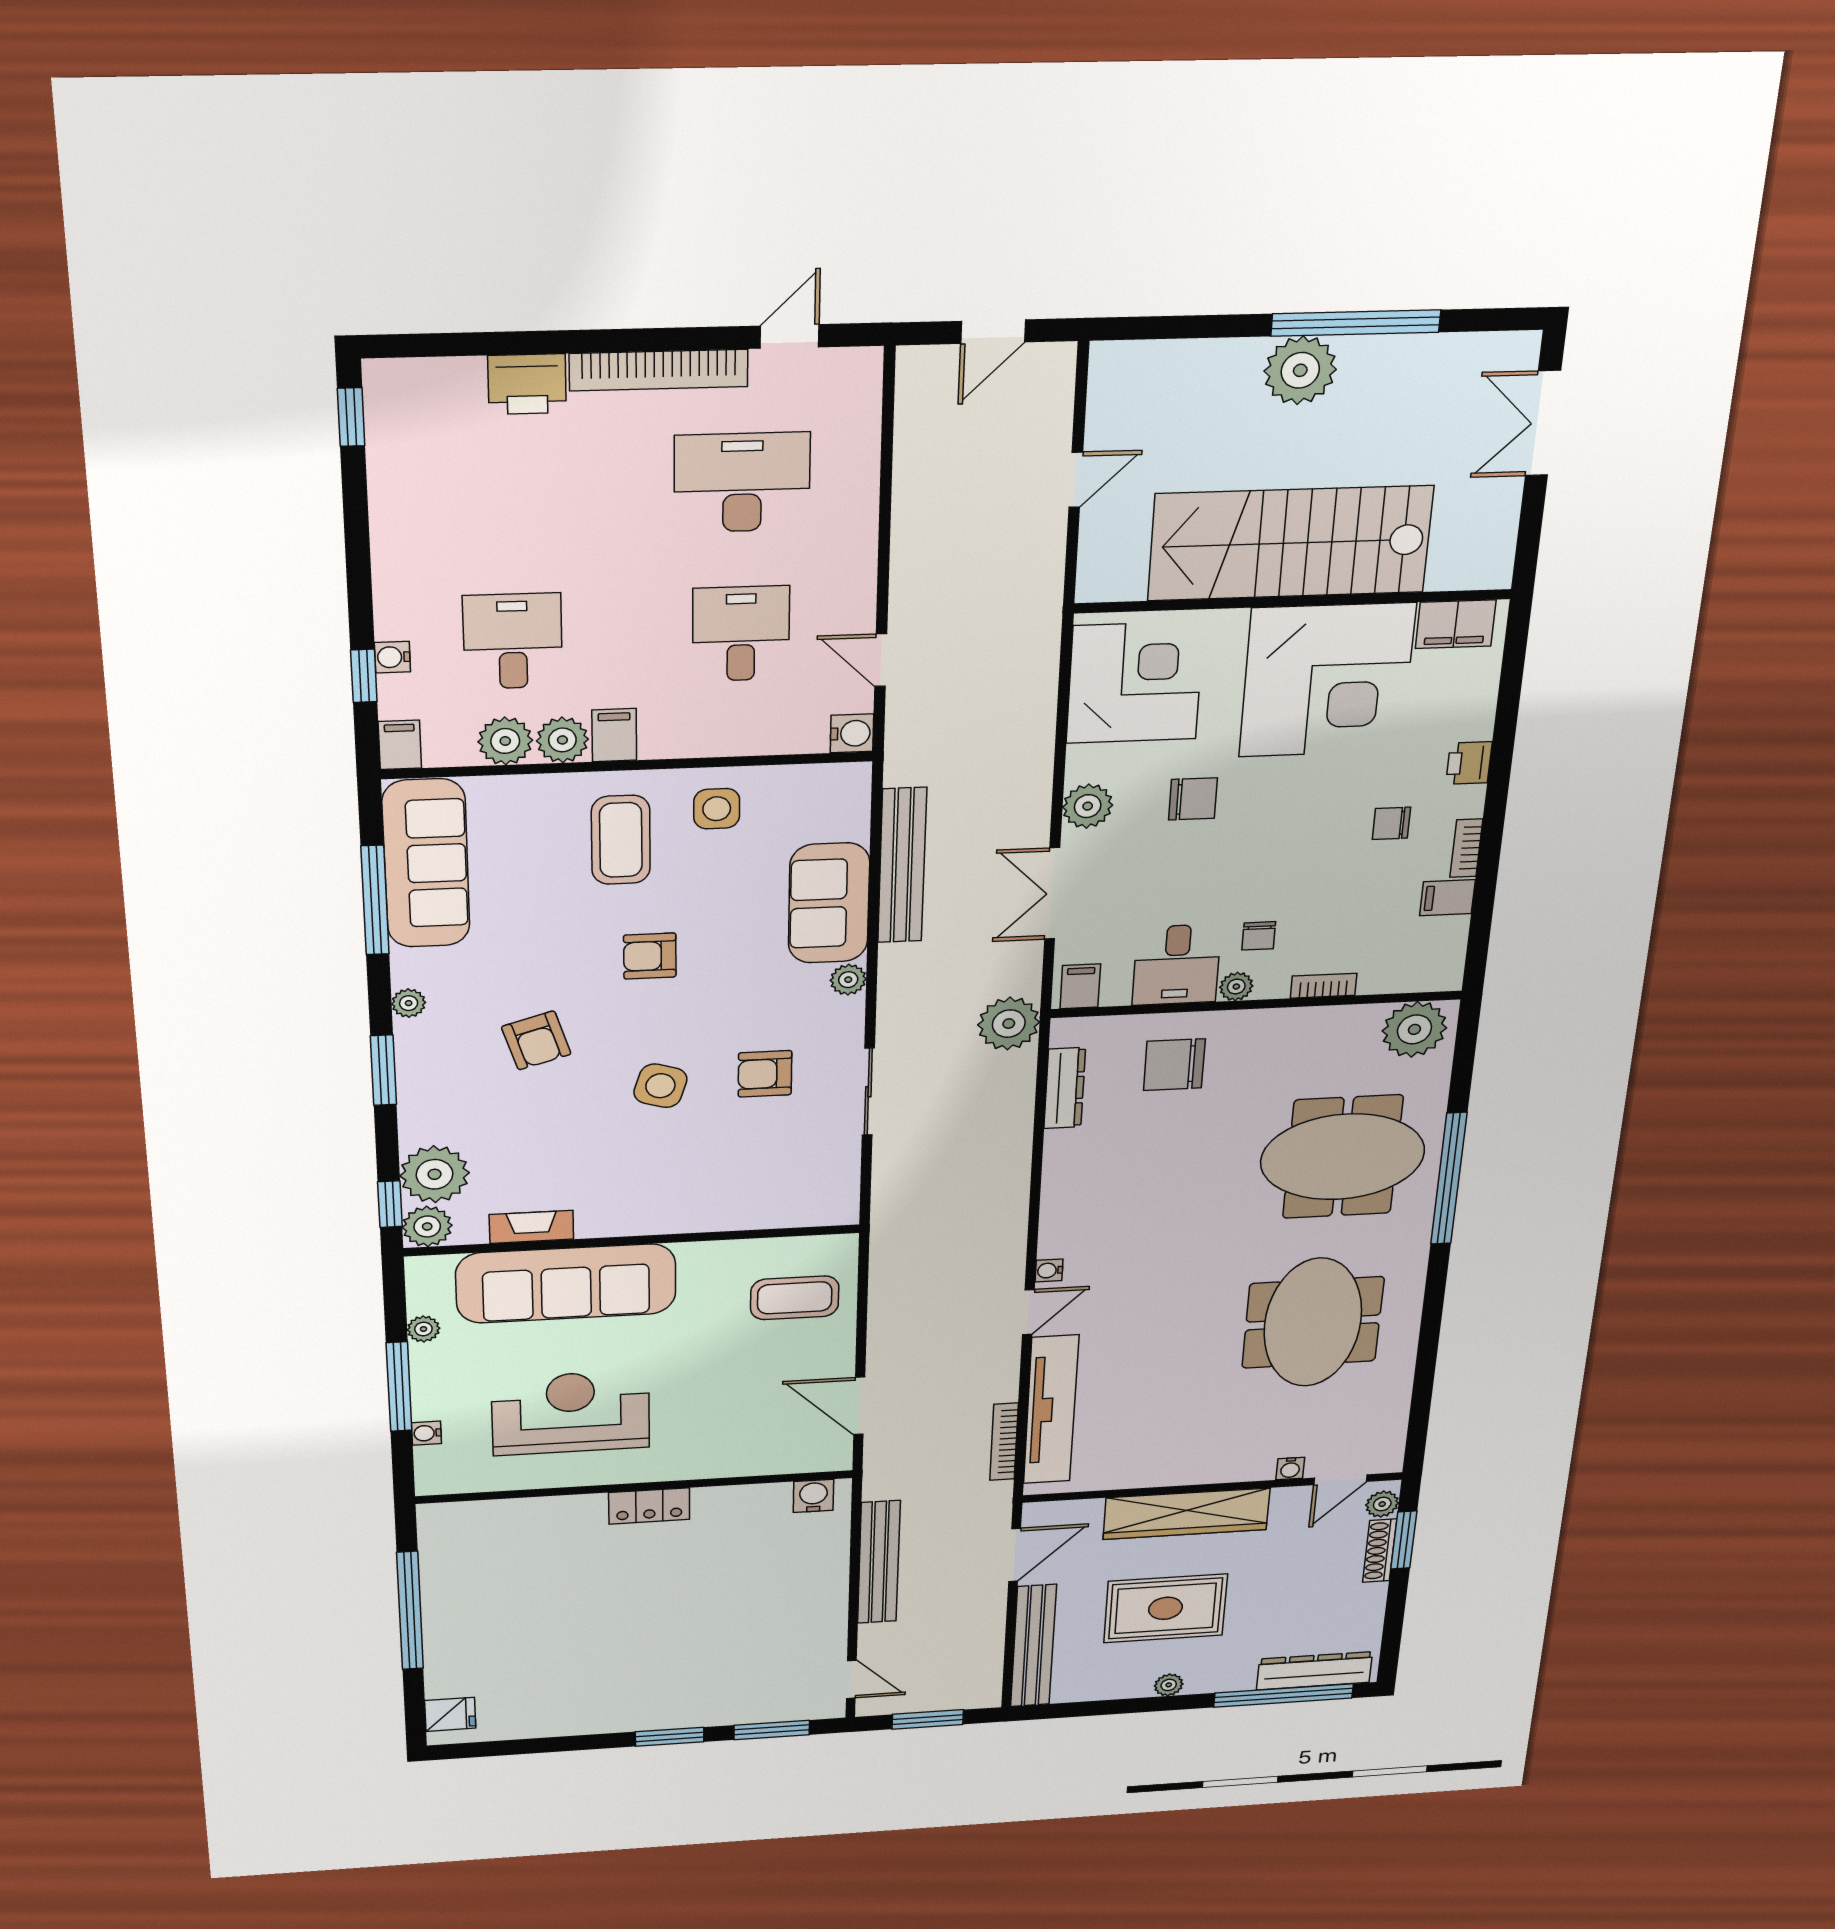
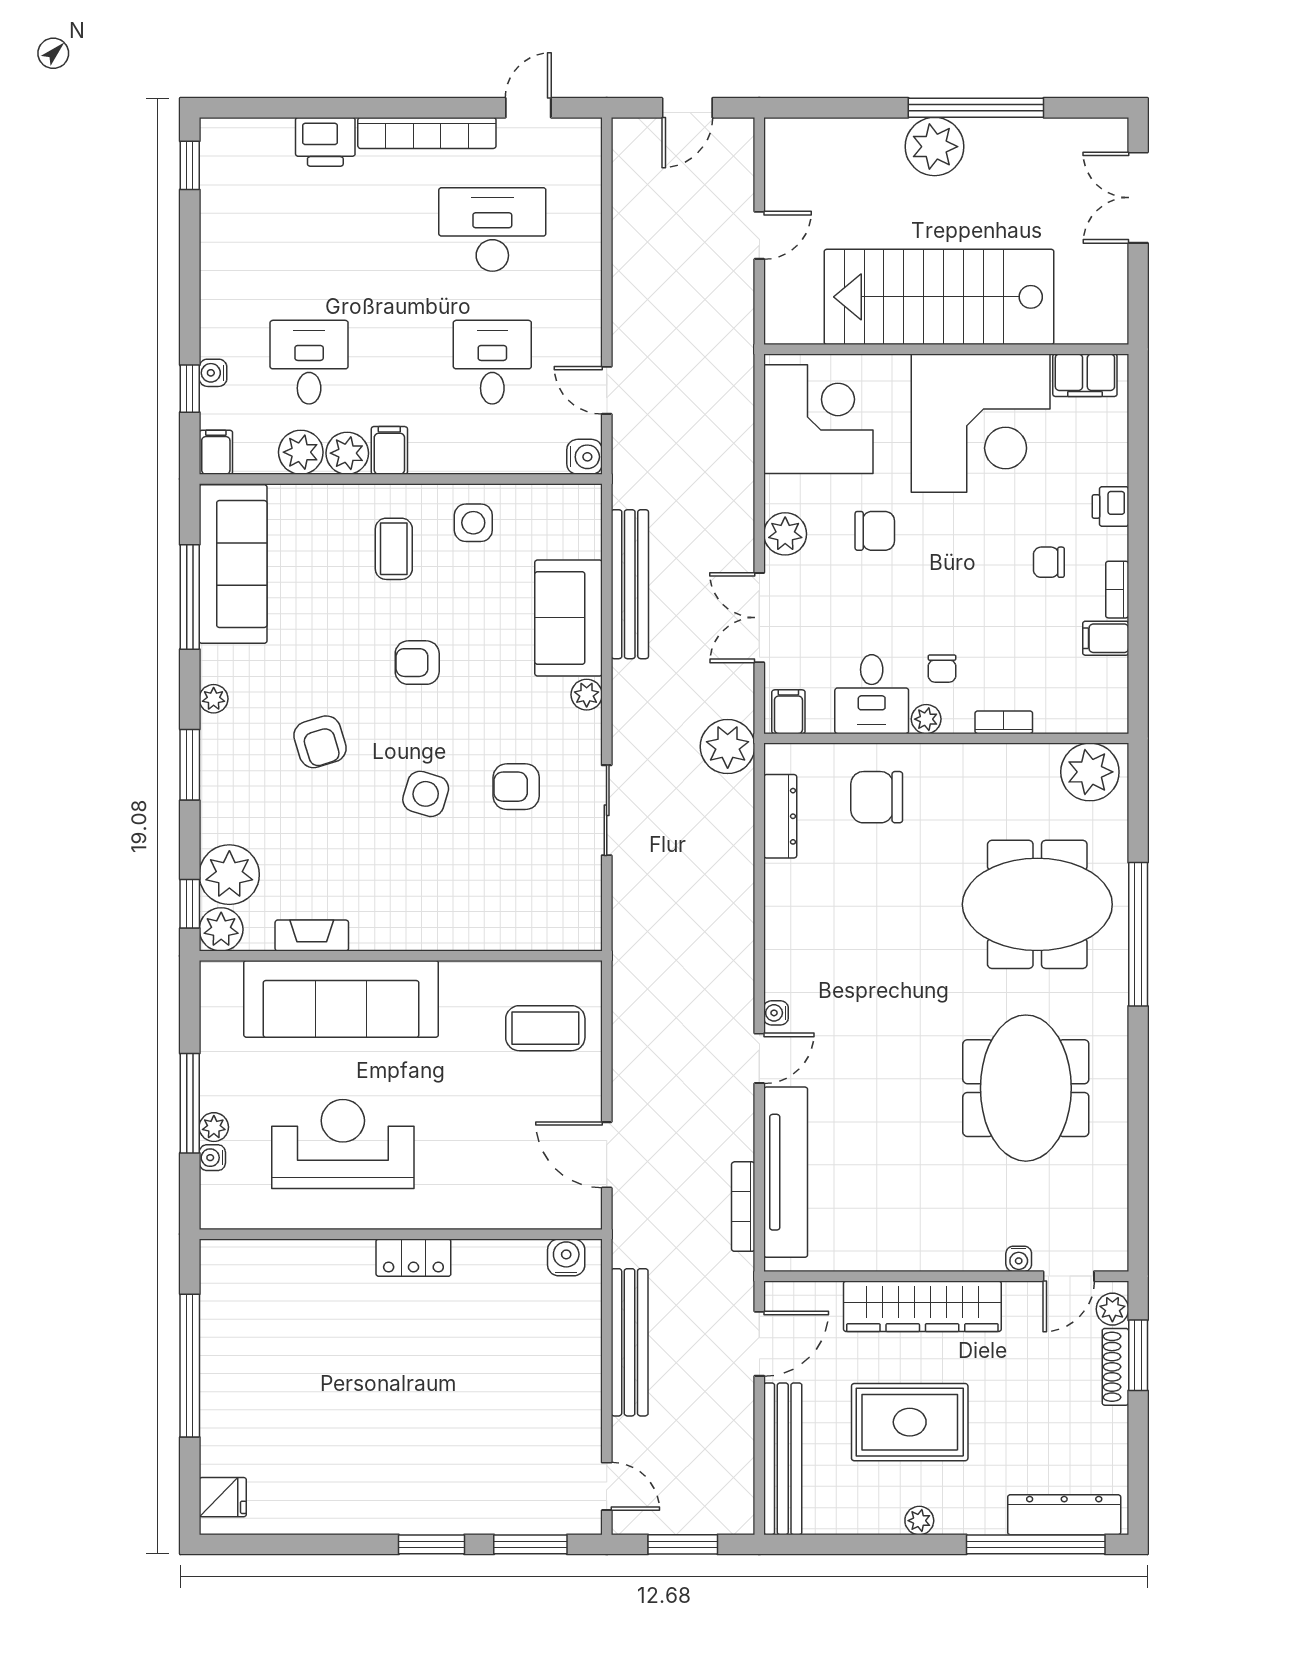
coffee table: (621, 840) -> (394, 549), width x0.73, depth x0.77
plant: (423, 1329) -> (214, 1127), moved

